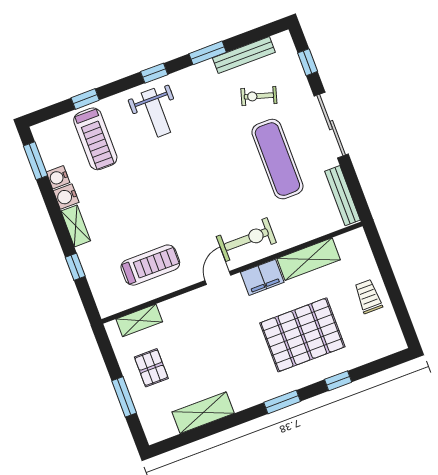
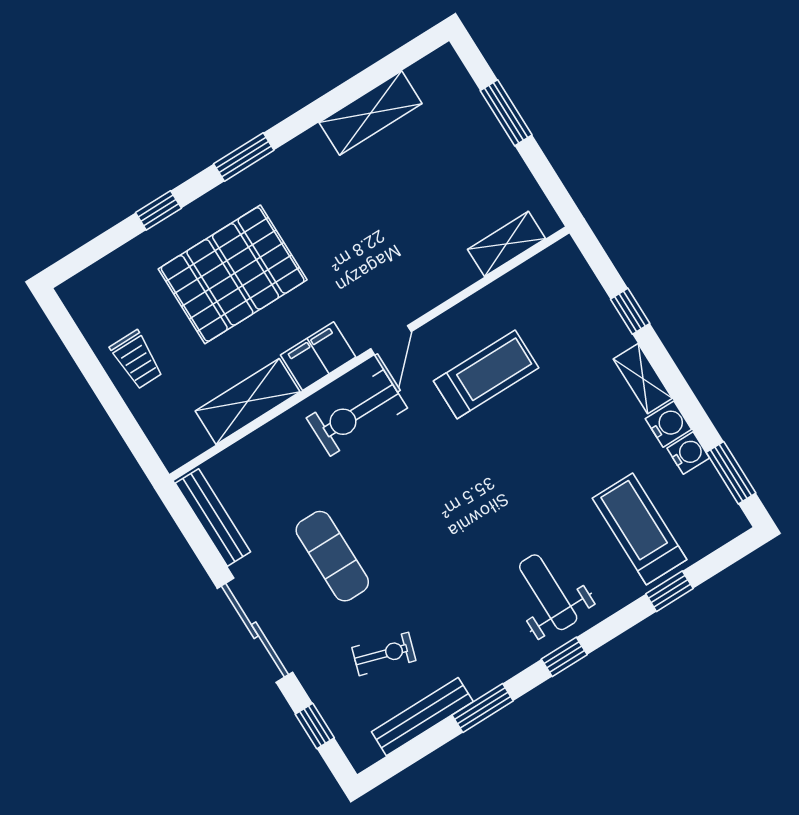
exercise mat: (277, 159) -> (332, 556), width x0.73, depth x0.69
treadmill: (150, 265) -> (486, 374), moved, turned 180
pallet: (151, 368) -> (471, 170), removed

